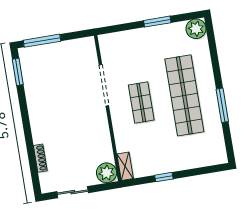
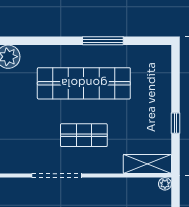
shelving: (125, 166) -> (147, 164), width x1.50, depth x1.33
plant: (107, 173) -> (165, 184), width x0.53, depth x0.53

